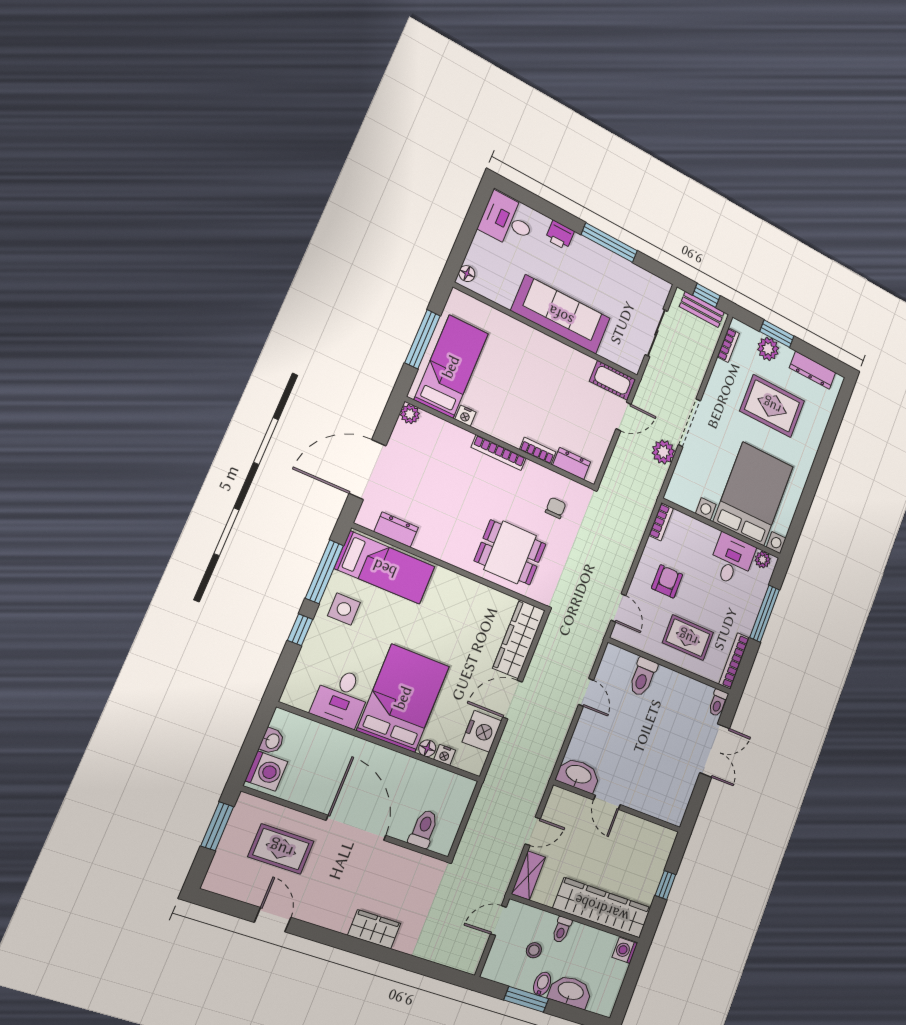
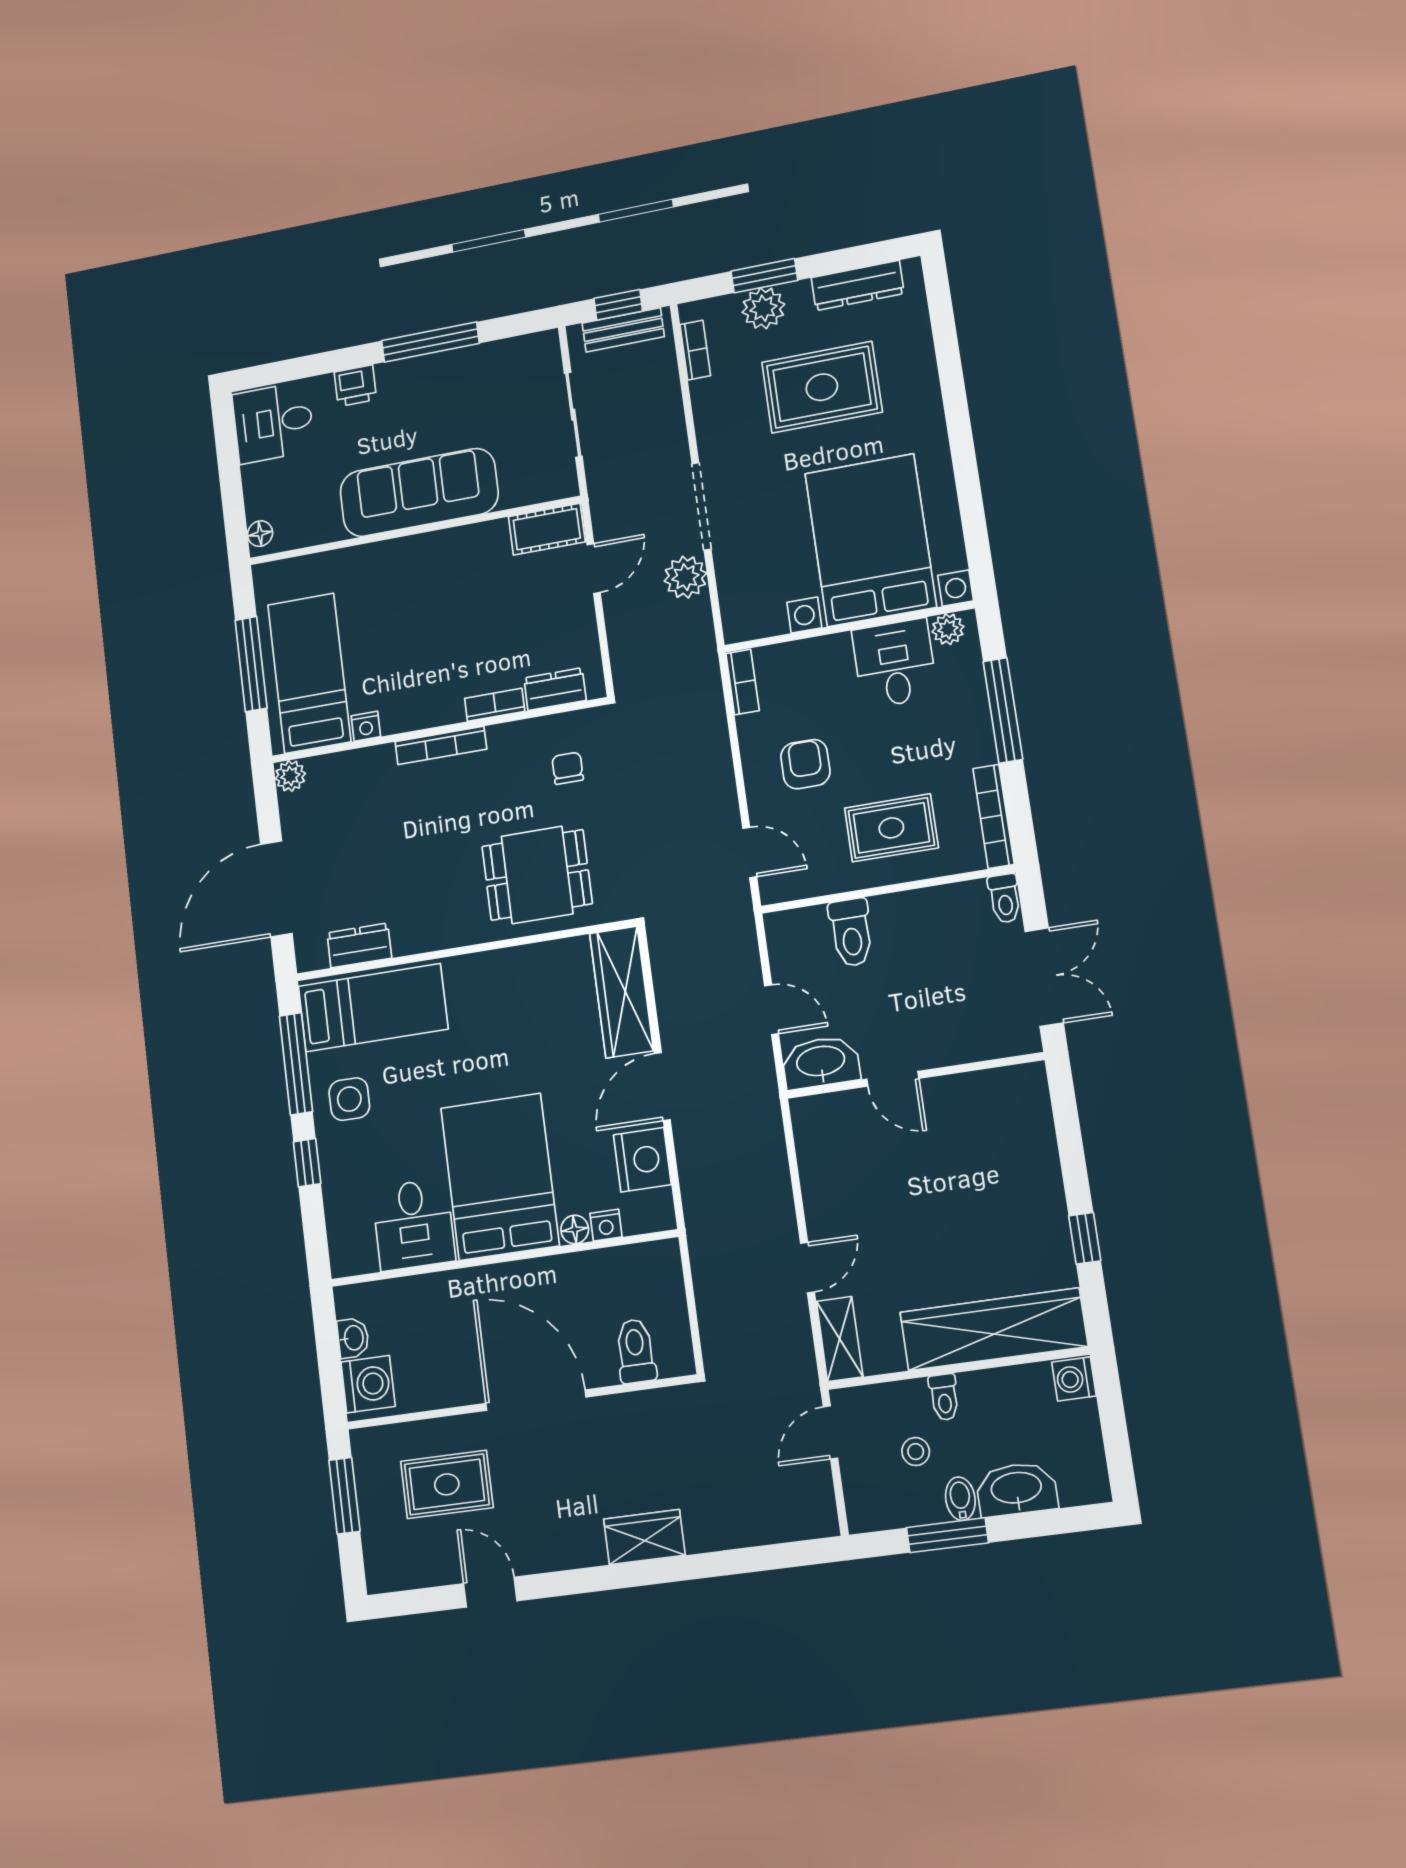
washbasin: (578, 775) -> (821, 1062), moved
door: (607, 802) -> (893, 1079), moved
wall: (618, 806) -> (915, 1075), moved

